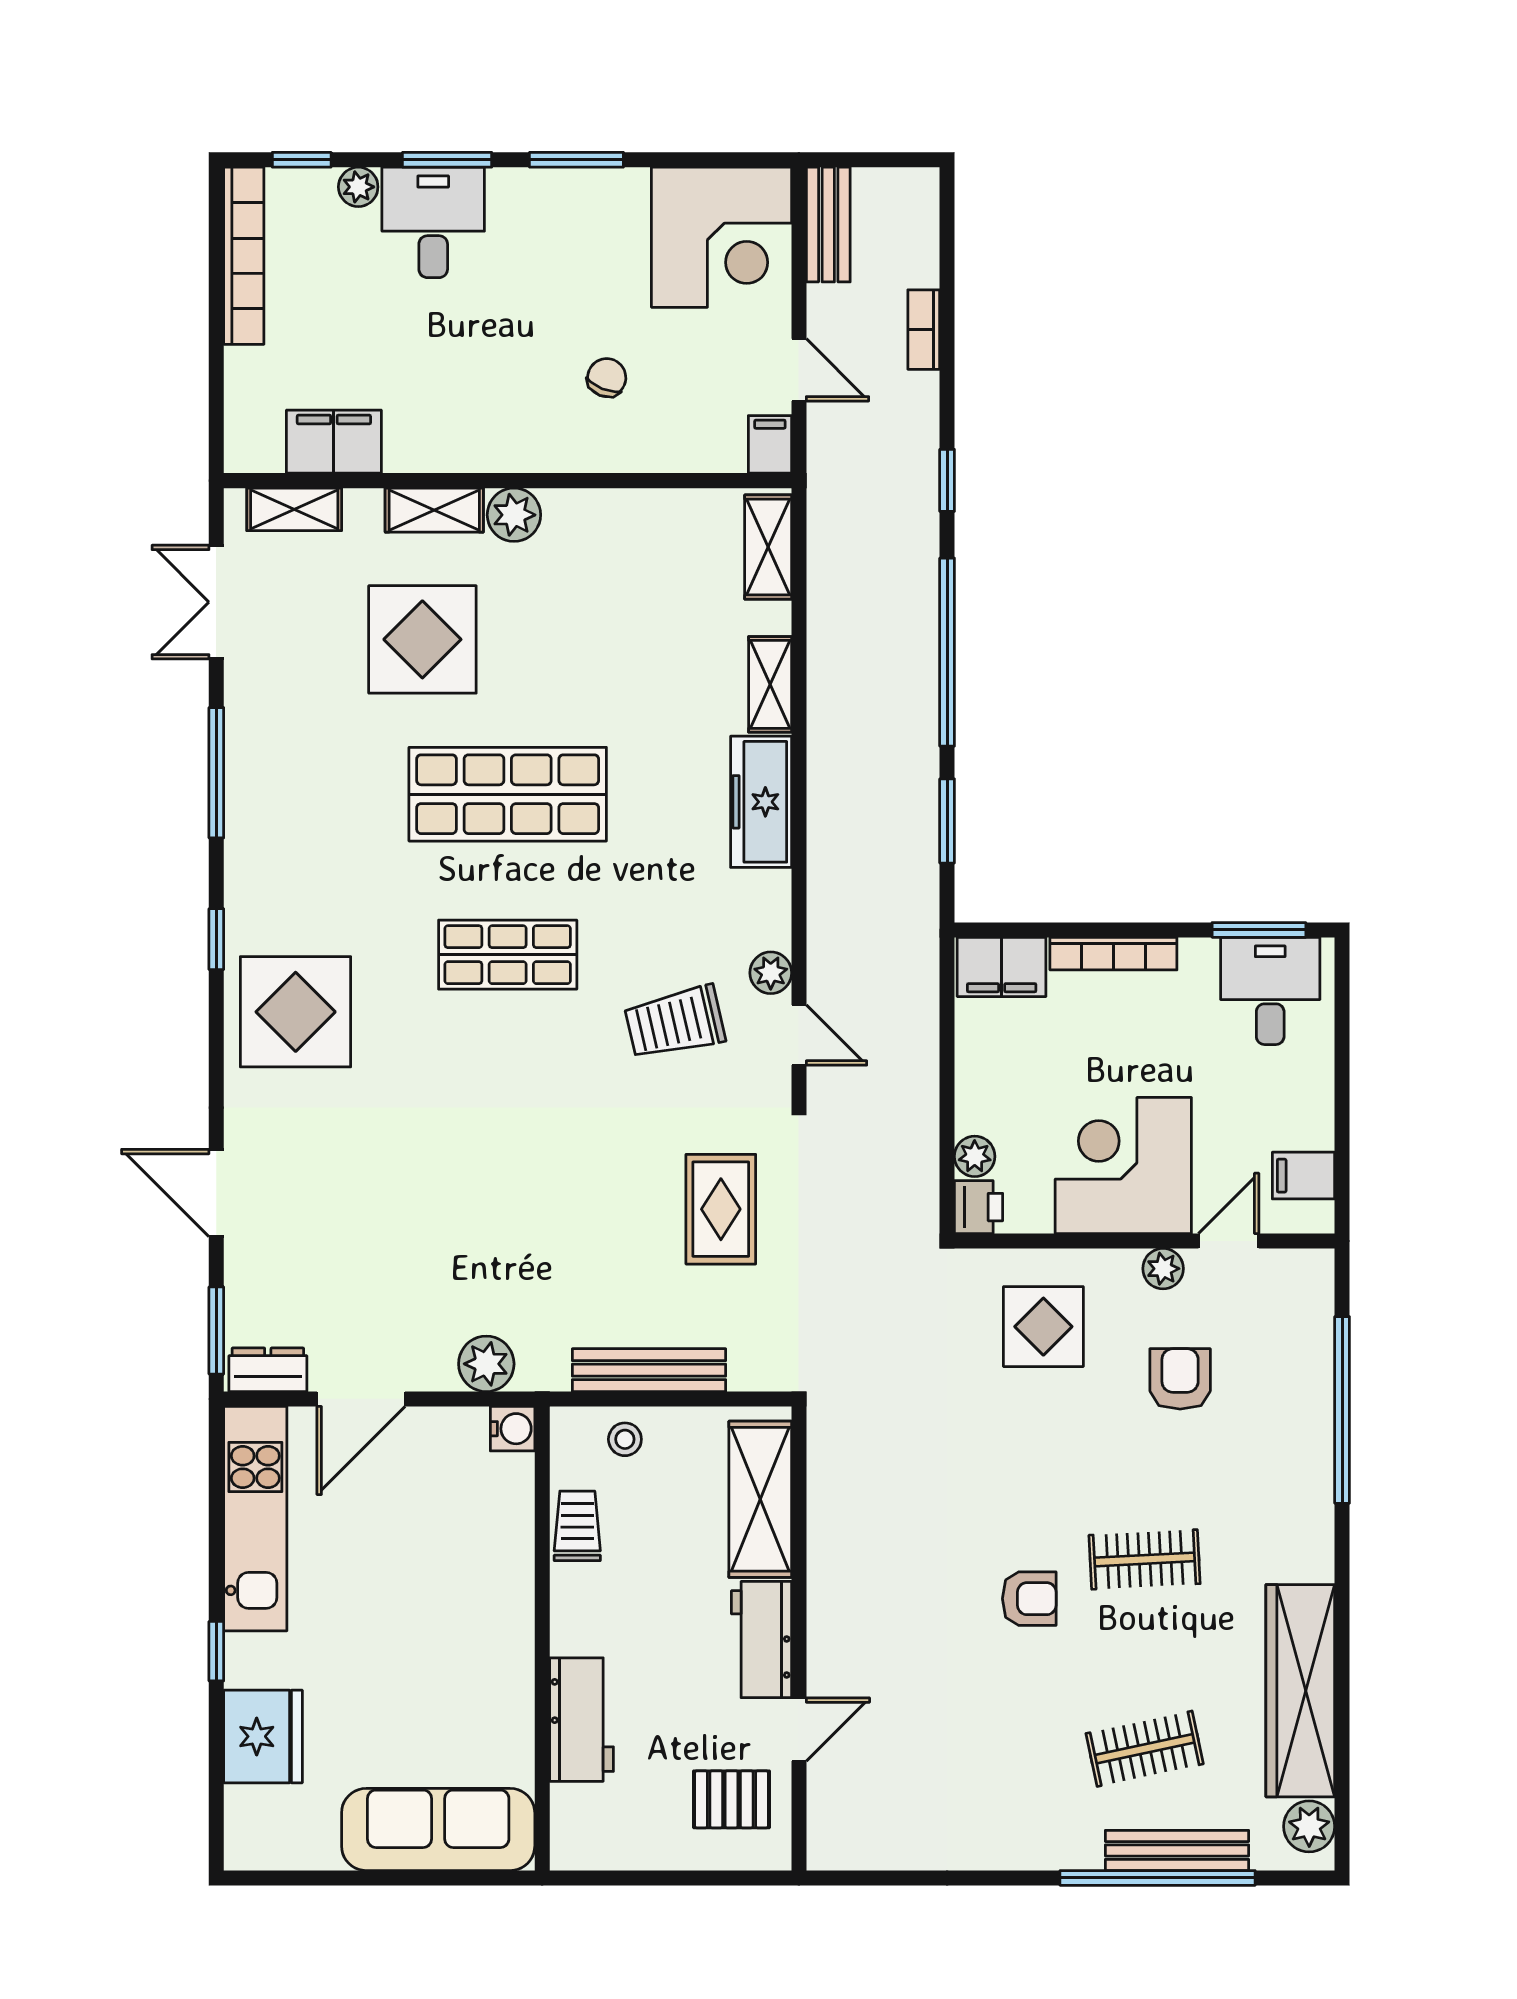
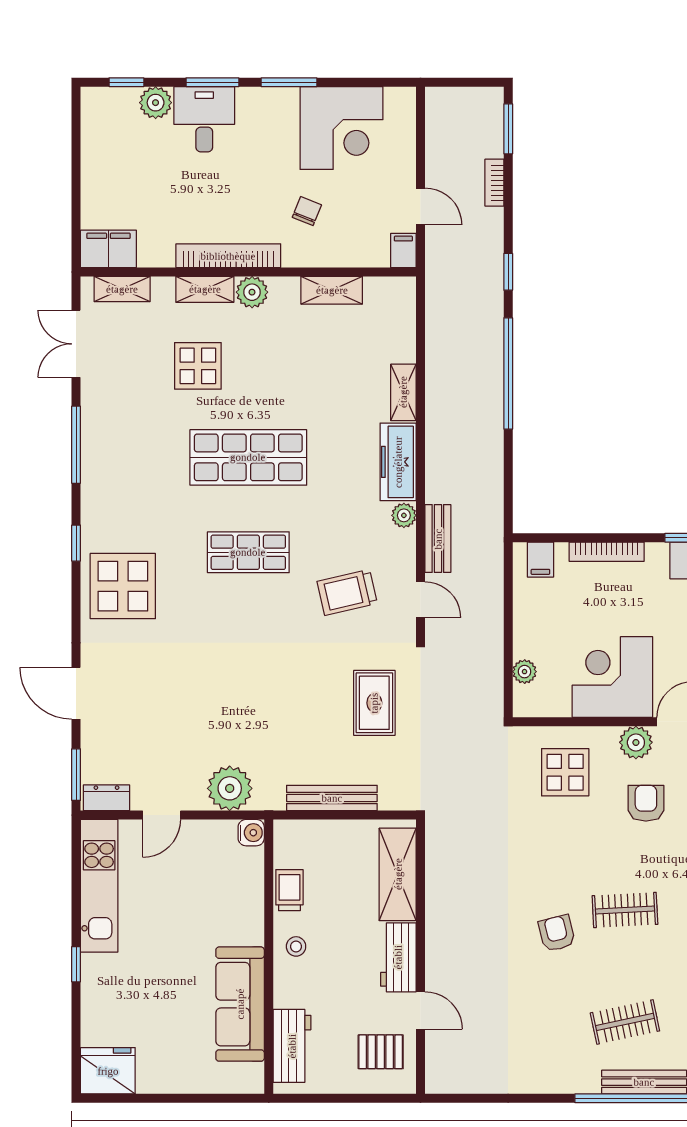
plant: (358, 187) -> (156, 103), width x1.38, depth x1.38
bench: (828, 225) -> (438, 539), moved
corner desk: (721, 237) -> (341, 128), moved
bookcase: (244, 256) -> (228, 256), moved, turned -90
filing cabinet: (334, 442) -> (108, 249), moved
shelving: (768, 547) -> (332, 290), moved, turned 90
display table: (422, 639) -> (198, 366), width x0.73, depth x0.73
window: (947, 821) -> (508, 129), moved
filing cabinet: (1002, 967) -> (540, 560), width x0.50
plant: (771, 973) -> (404, 515), moved
printer: (979, 1207) -> (527, 702), removed
plant: (1163, 1269) -> (636, 742), width x1.38, depth x1.38
plant: (486, 1364) -> (230, 788), width x1.36, depth x1.36
door: (361, 1399) -> (162, 815), width x0.73
stool: (625, 1439) -> (296, 946), moved
armchair: (1029, 1599) -> (557, 933), turned -104
workbench: (582, 1720) -> (292, 1046), moved
door: (799, 1729) -> (421, 1011), hinge flipped
fridge: (263, 1736) -> (108, 1071), moved, turned -90
sofa: (438, 1829) -> (240, 1004), moved, turned -90

